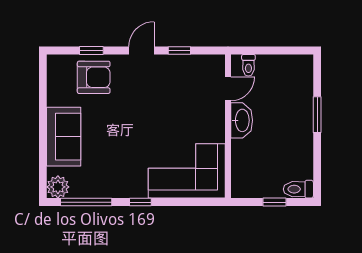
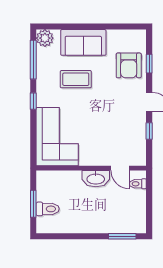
window: (317, 115) -> (122, 236), moved
coffee table: (112, 146) -> (76, 79), added
toilet: (298, 189) -> (48, 209), moved, turned 90
window: (274, 202) -> (33, 204), width x1.50

